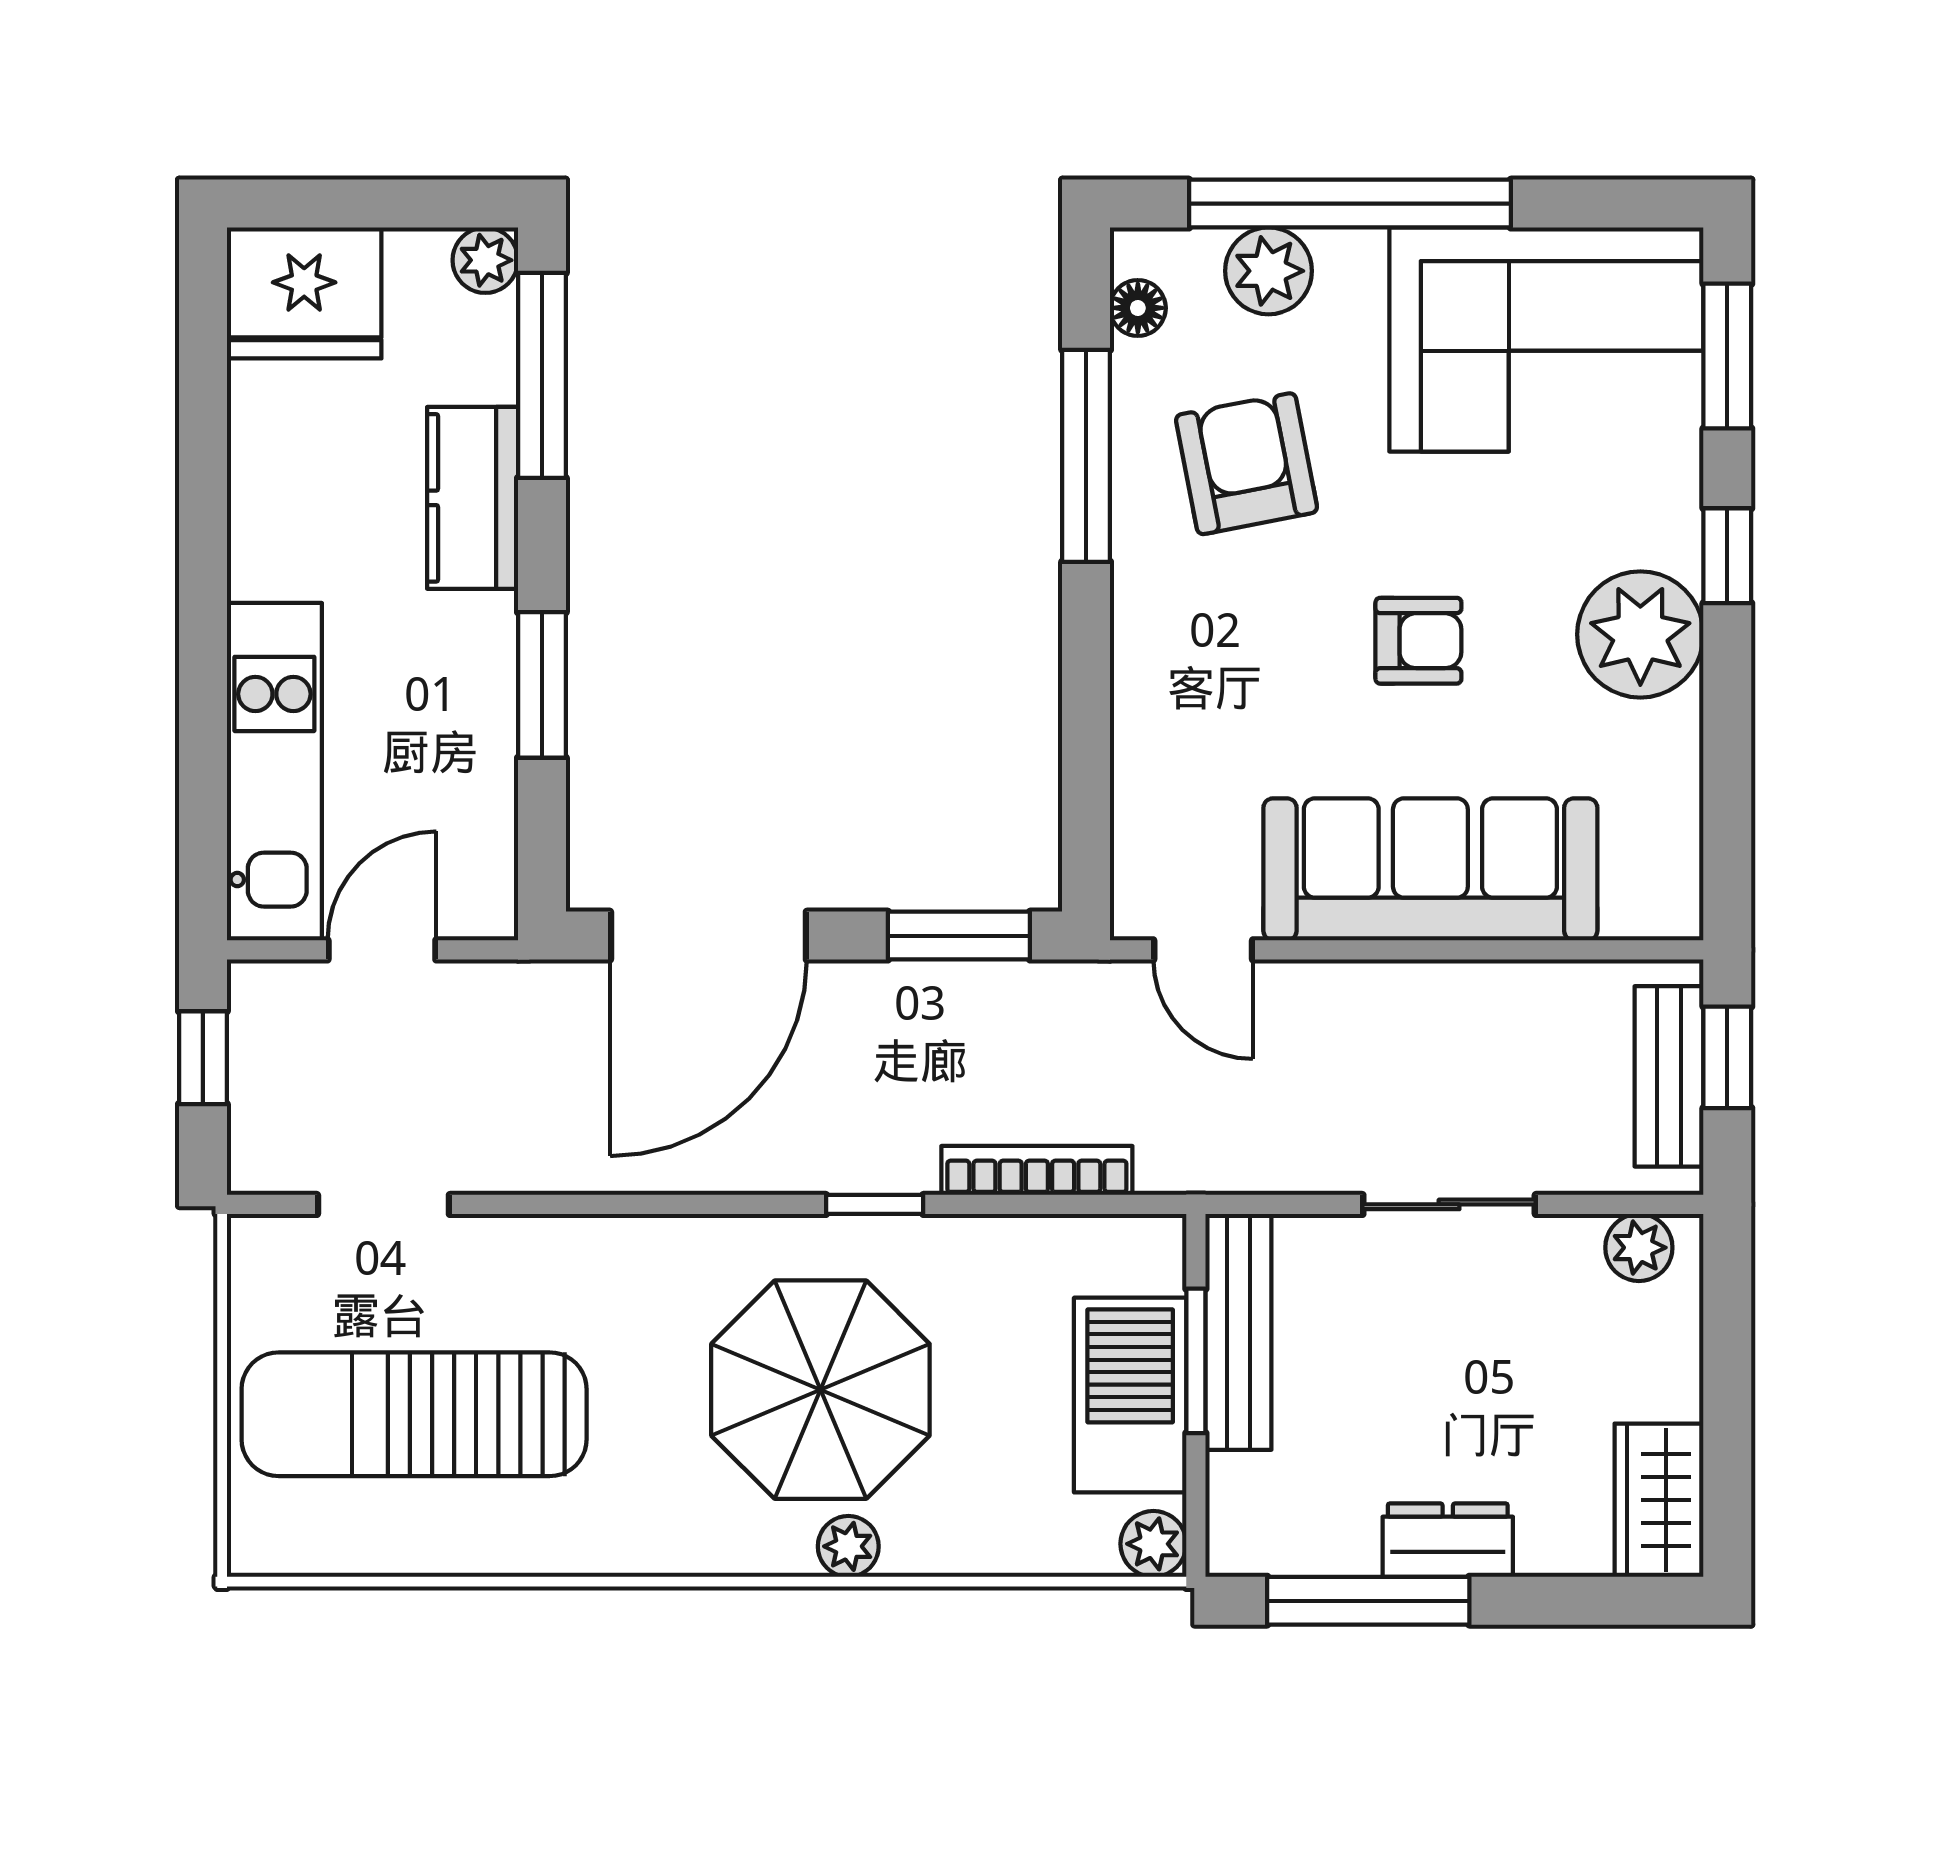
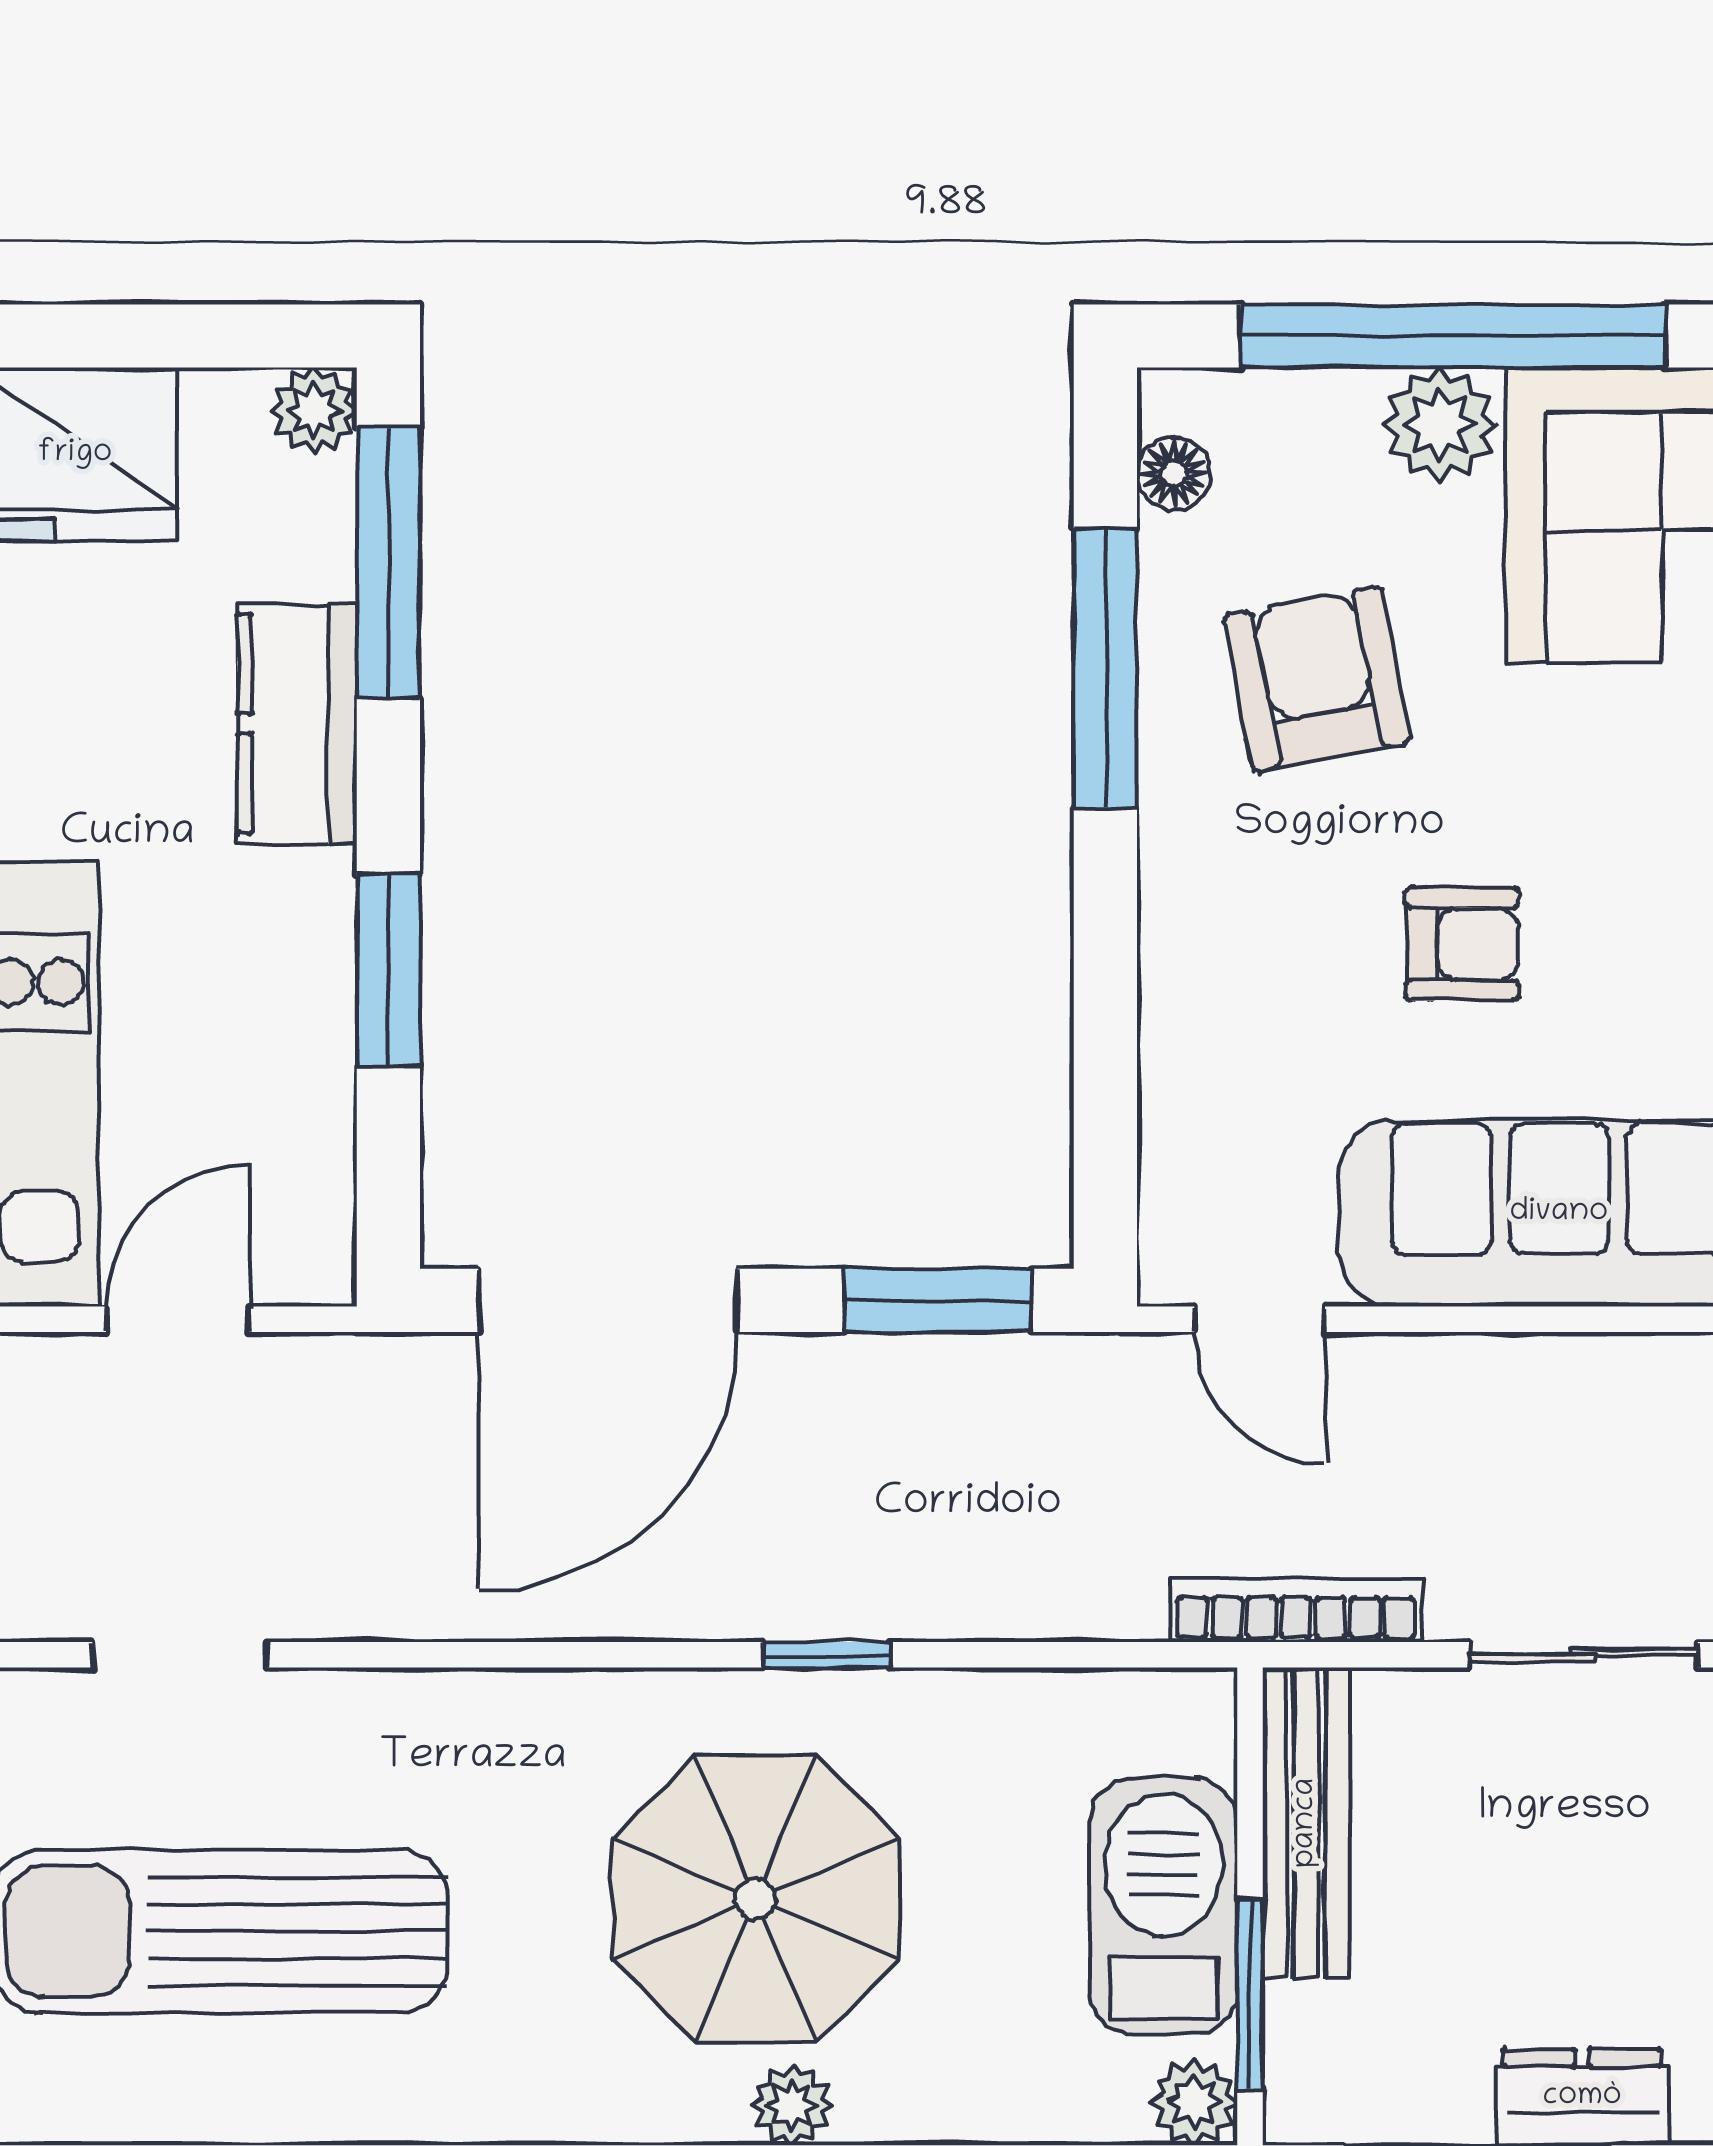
plant: (1268, 271) -> (1439, 425), moved
armchair: (1418, 641) -> (1462, 944), moved
bookcase: (1037, 1170) -> (1296, 1610), moved
window: (1196, 1361) -> (1250, 1994), moved

